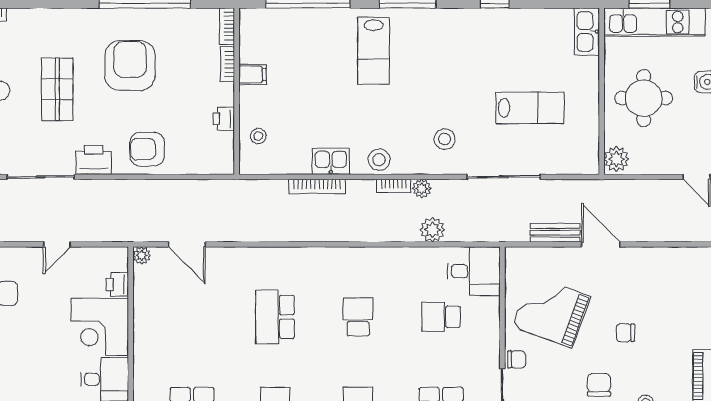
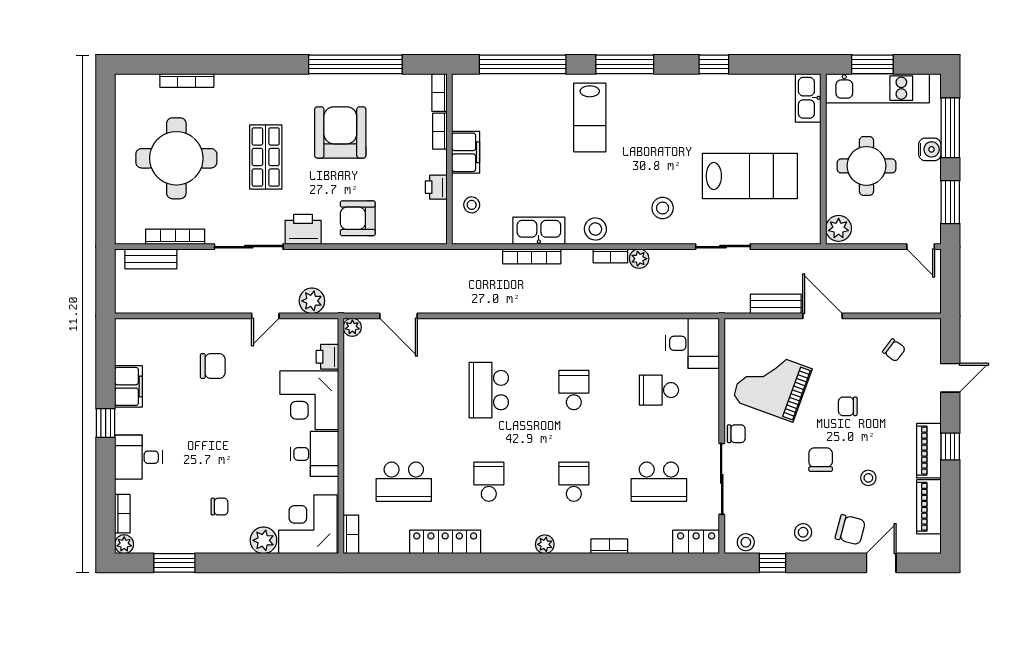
filing cabinet: (252, 75) -> (466, 152), width x2.00
lab bench: (530, 108) -> (750, 176), width x1.36, depth x1.39
kitchen sink: (331, 161) -> (539, 231), width x1.38
sliding door: (504, 177) -> (723, 247), width x0.73
plant: (432, 230) -> (312, 301), moved
chair: (671, 278) -> (894, 350), added

